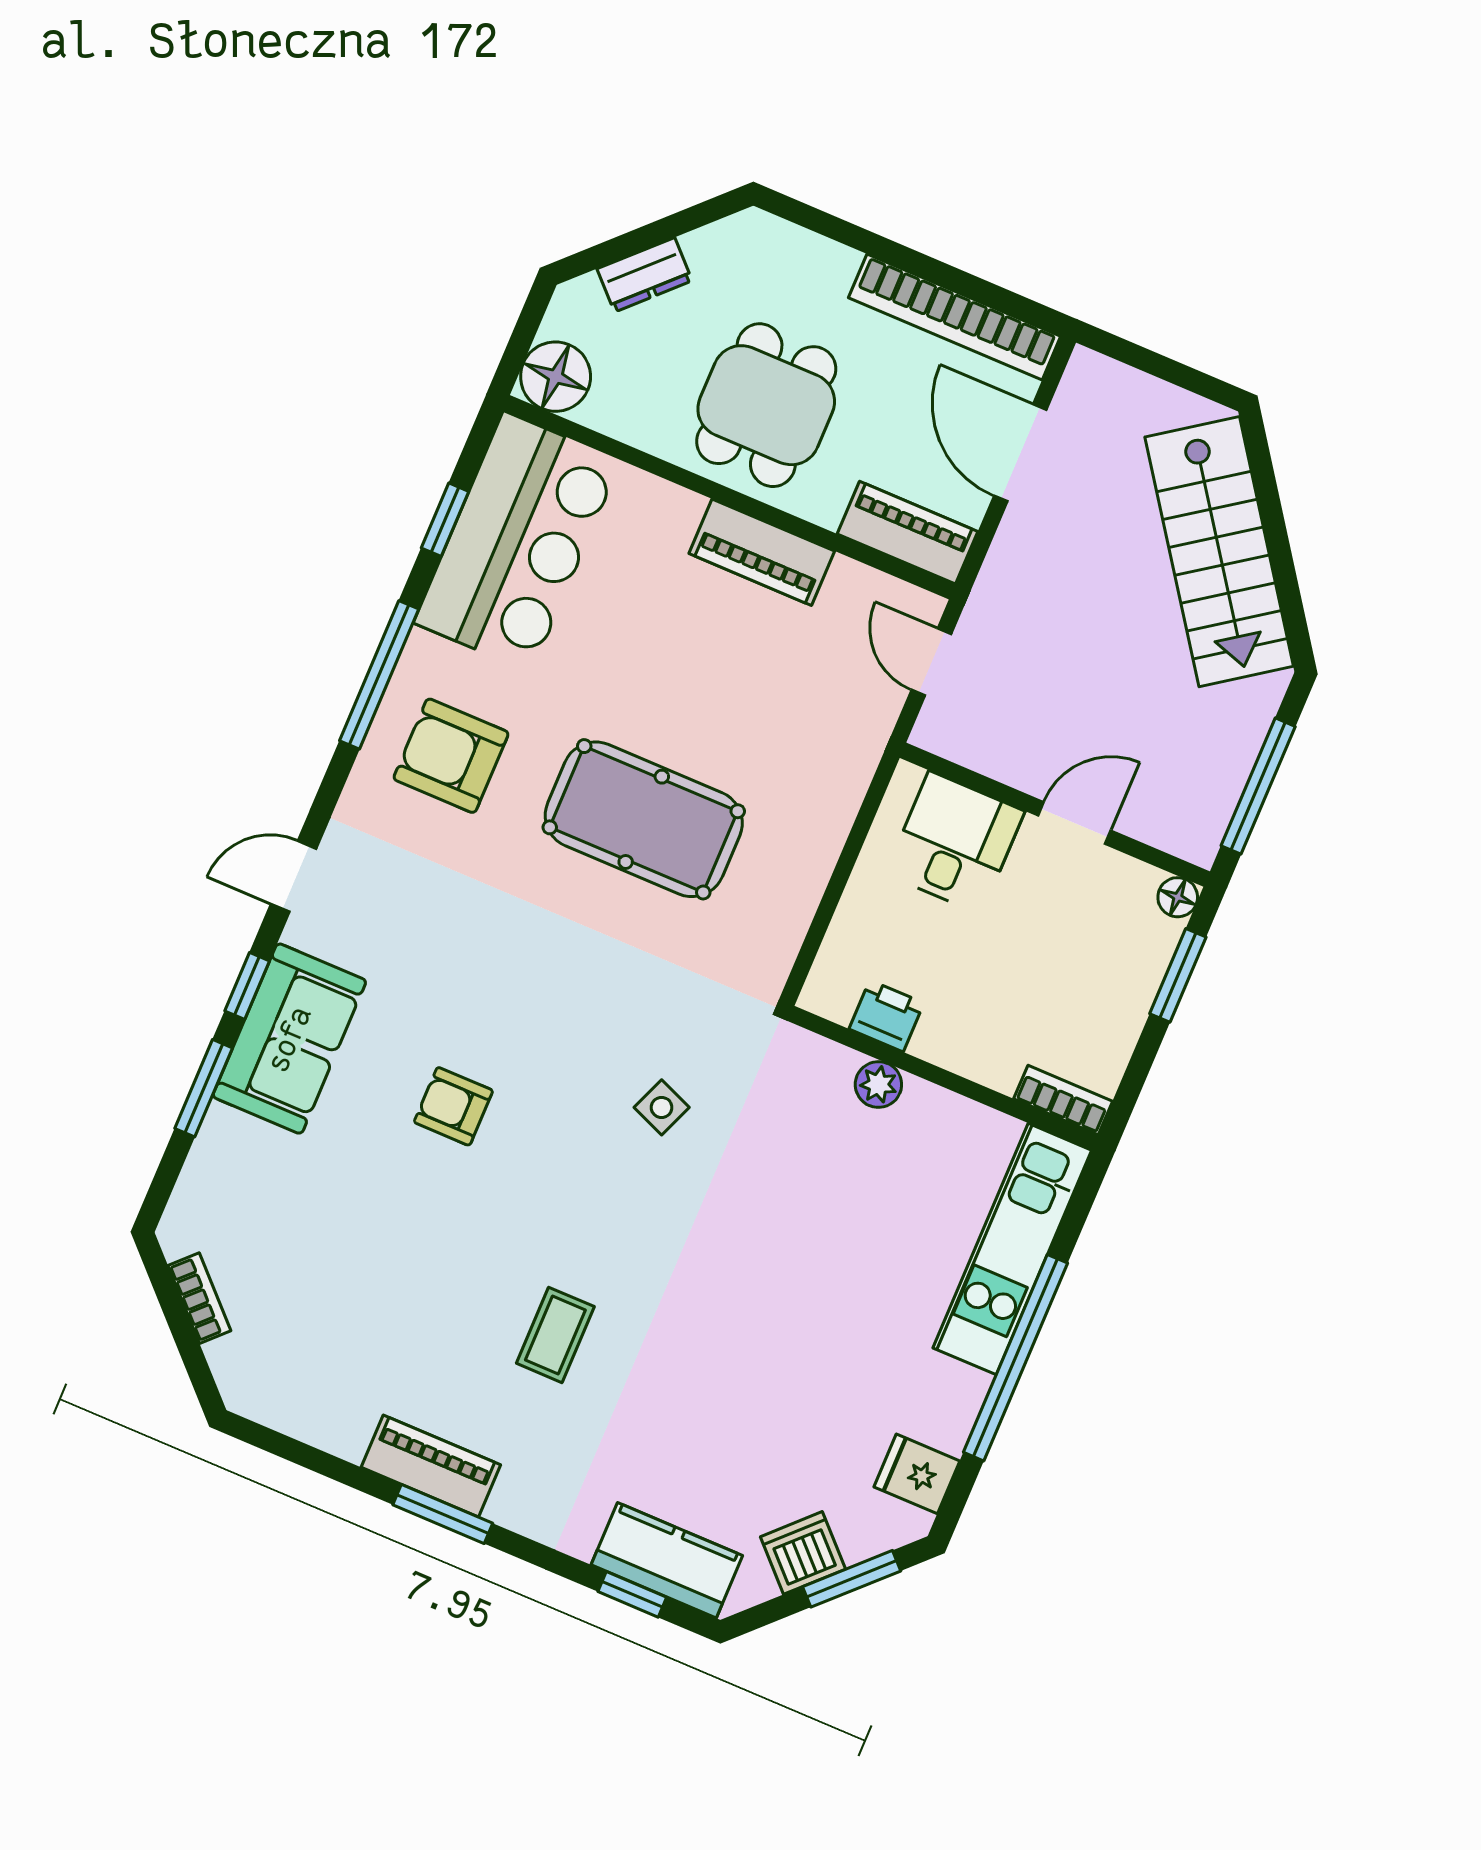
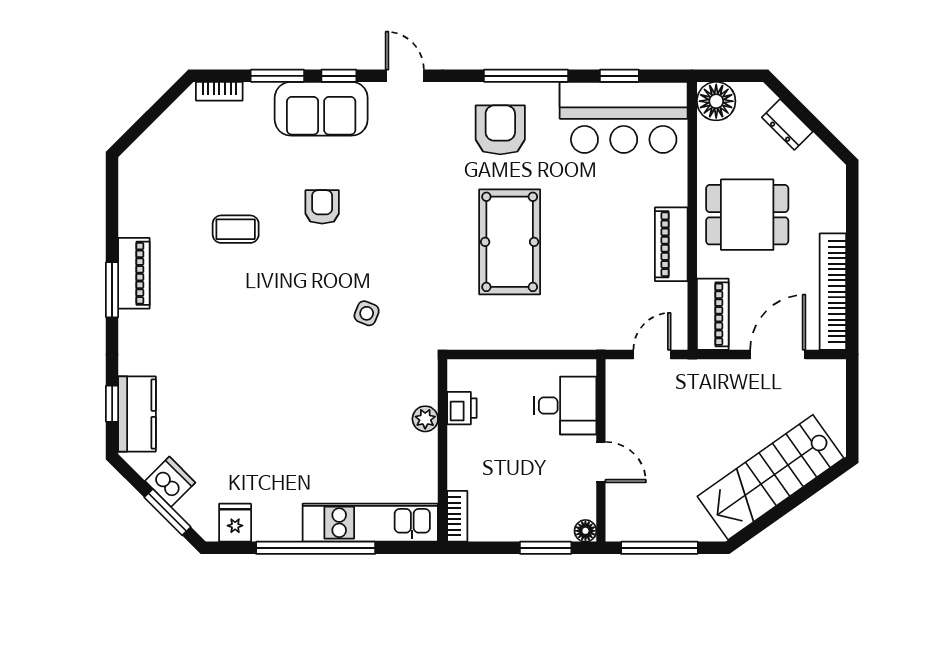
bookcase: (199, 1298) -> (219, 91), moved, turned 45
coffee table: (555, 1335) -> (236, 229), moved

